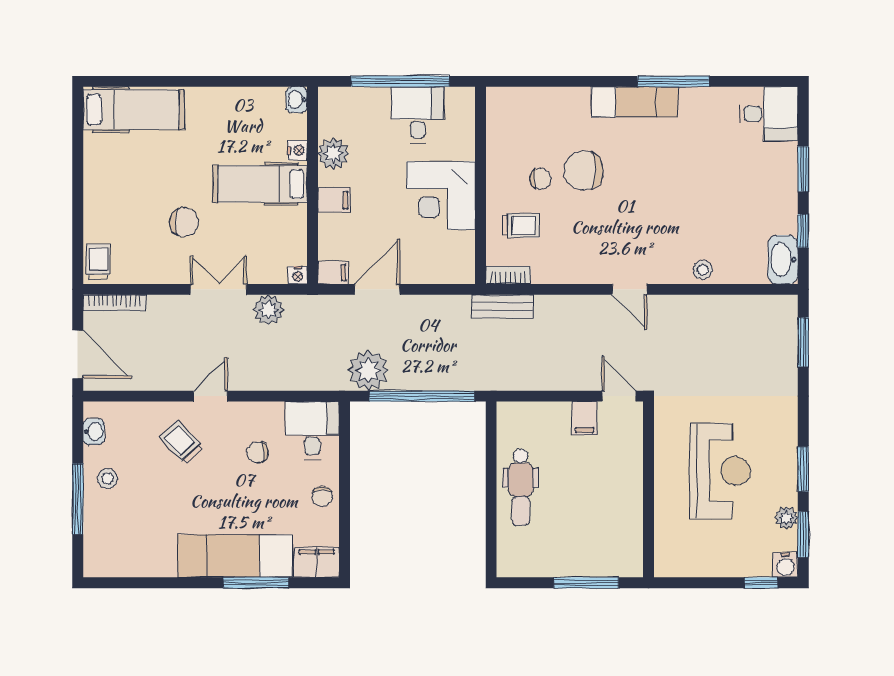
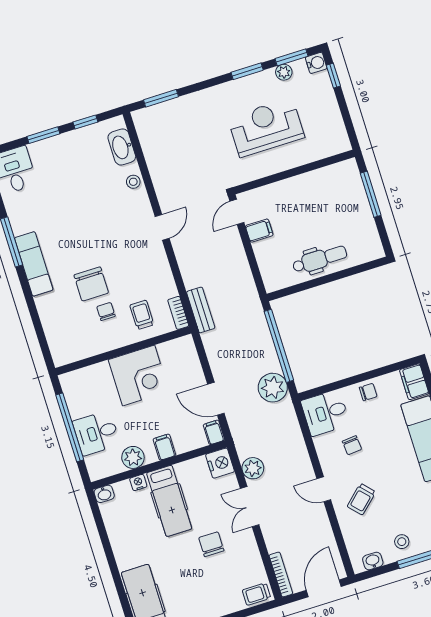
desk: (418, 115) -> (96, 433), moved
washbasin: (783, 260) -> (122, 147), moved, turned 90
nightstand: (298, 275) -> (220, 463), width x1.89, depth x1.79

